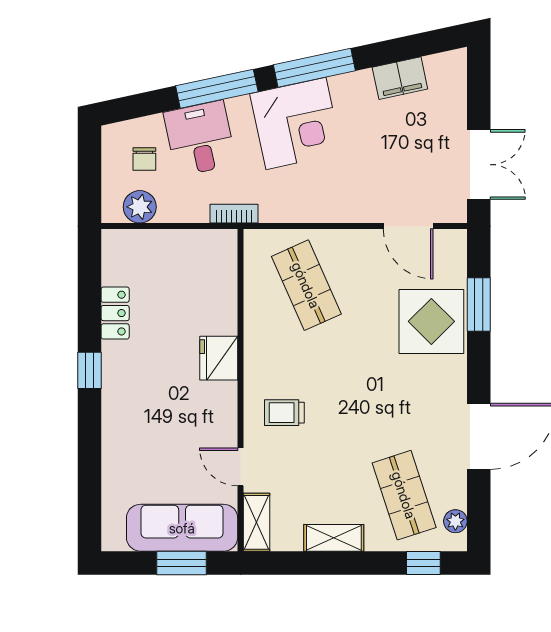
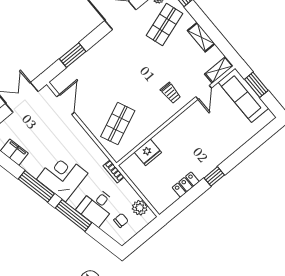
display table: (431, 321) -> (93, 67), removed
fridge: (219, 358) -> (148, 152), moved

